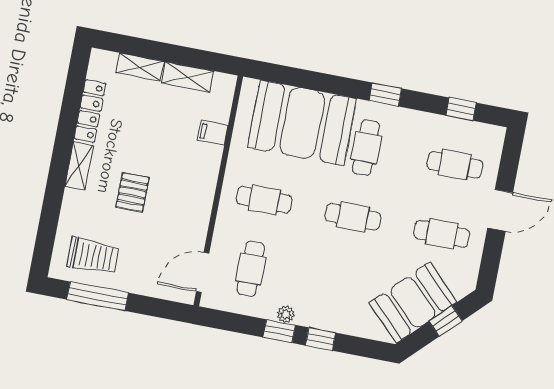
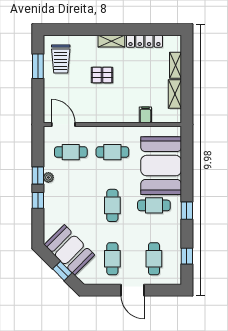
cafe table: (264, 200) -> (112, 152), turned 90
window: (98, 296) -> (38, 66), width x0.69

